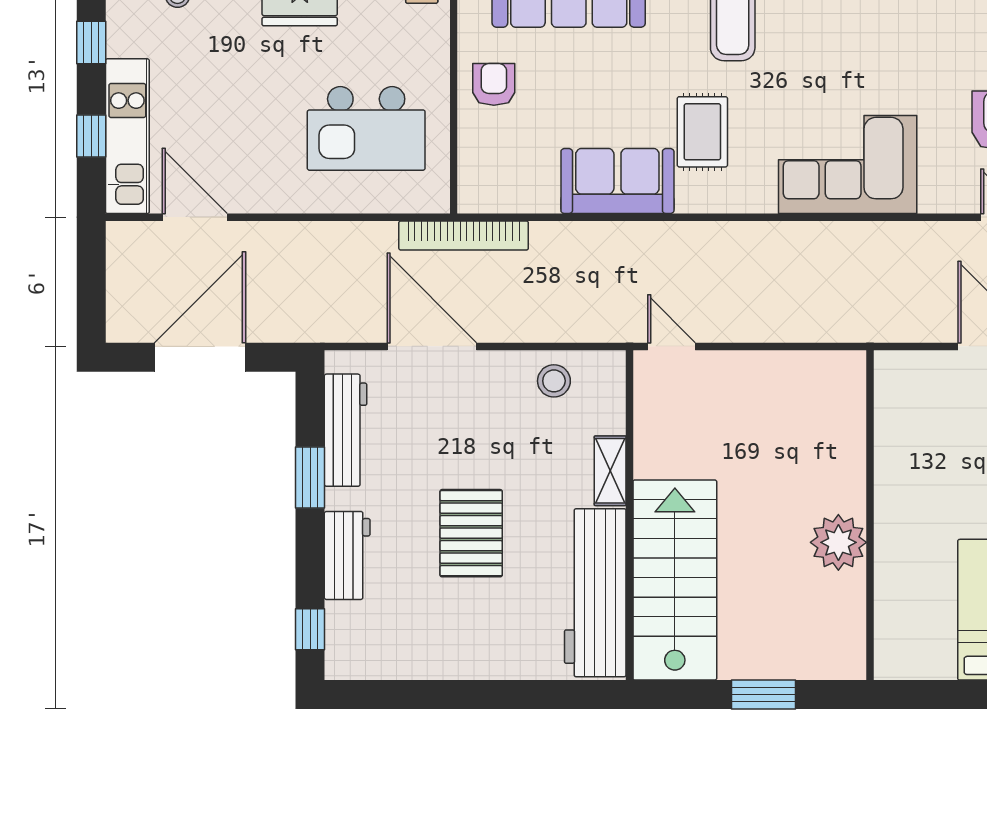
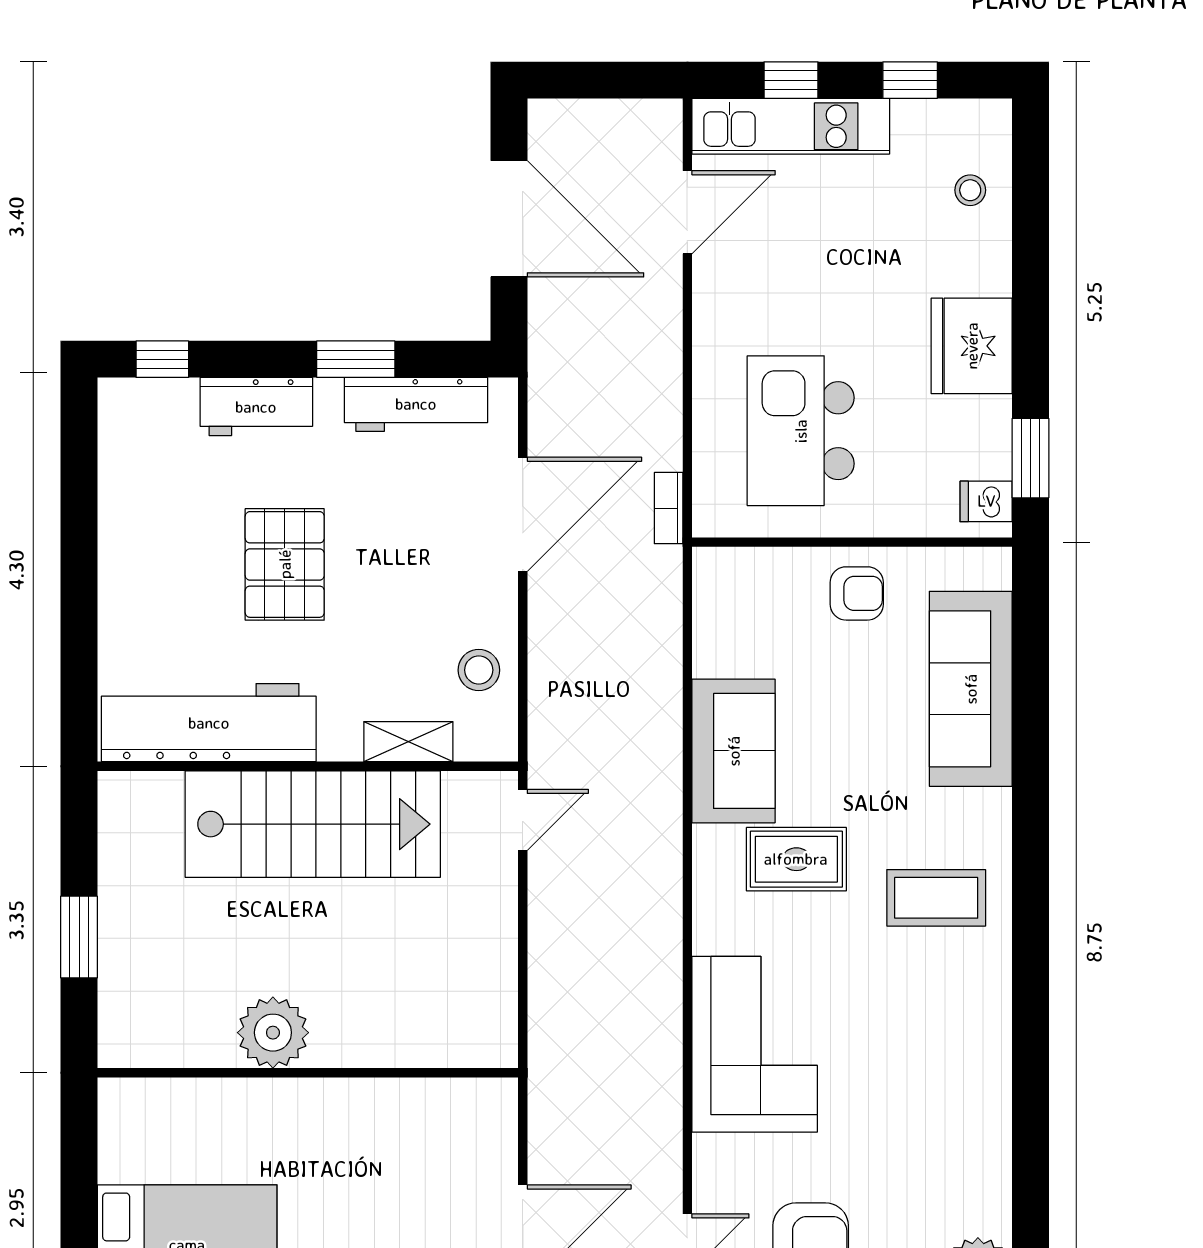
bookcase: (464, 235) -> (669, 508), width x0.43, depth x0.76
shelving: (610, 471) -> (408, 742), moved
pallet: (471, 533) -> (285, 564), turned 90
stairs: (675, 580) -> (313, 824), moved

